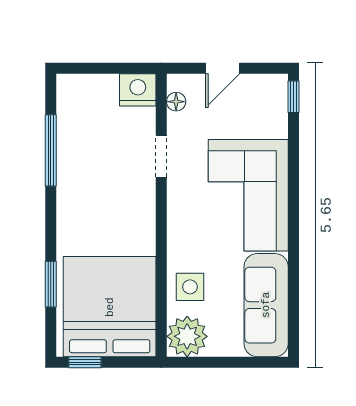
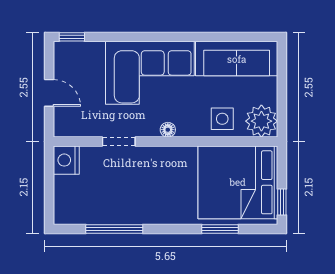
floor lamp: (176, 102) -> (168, 130), moved

